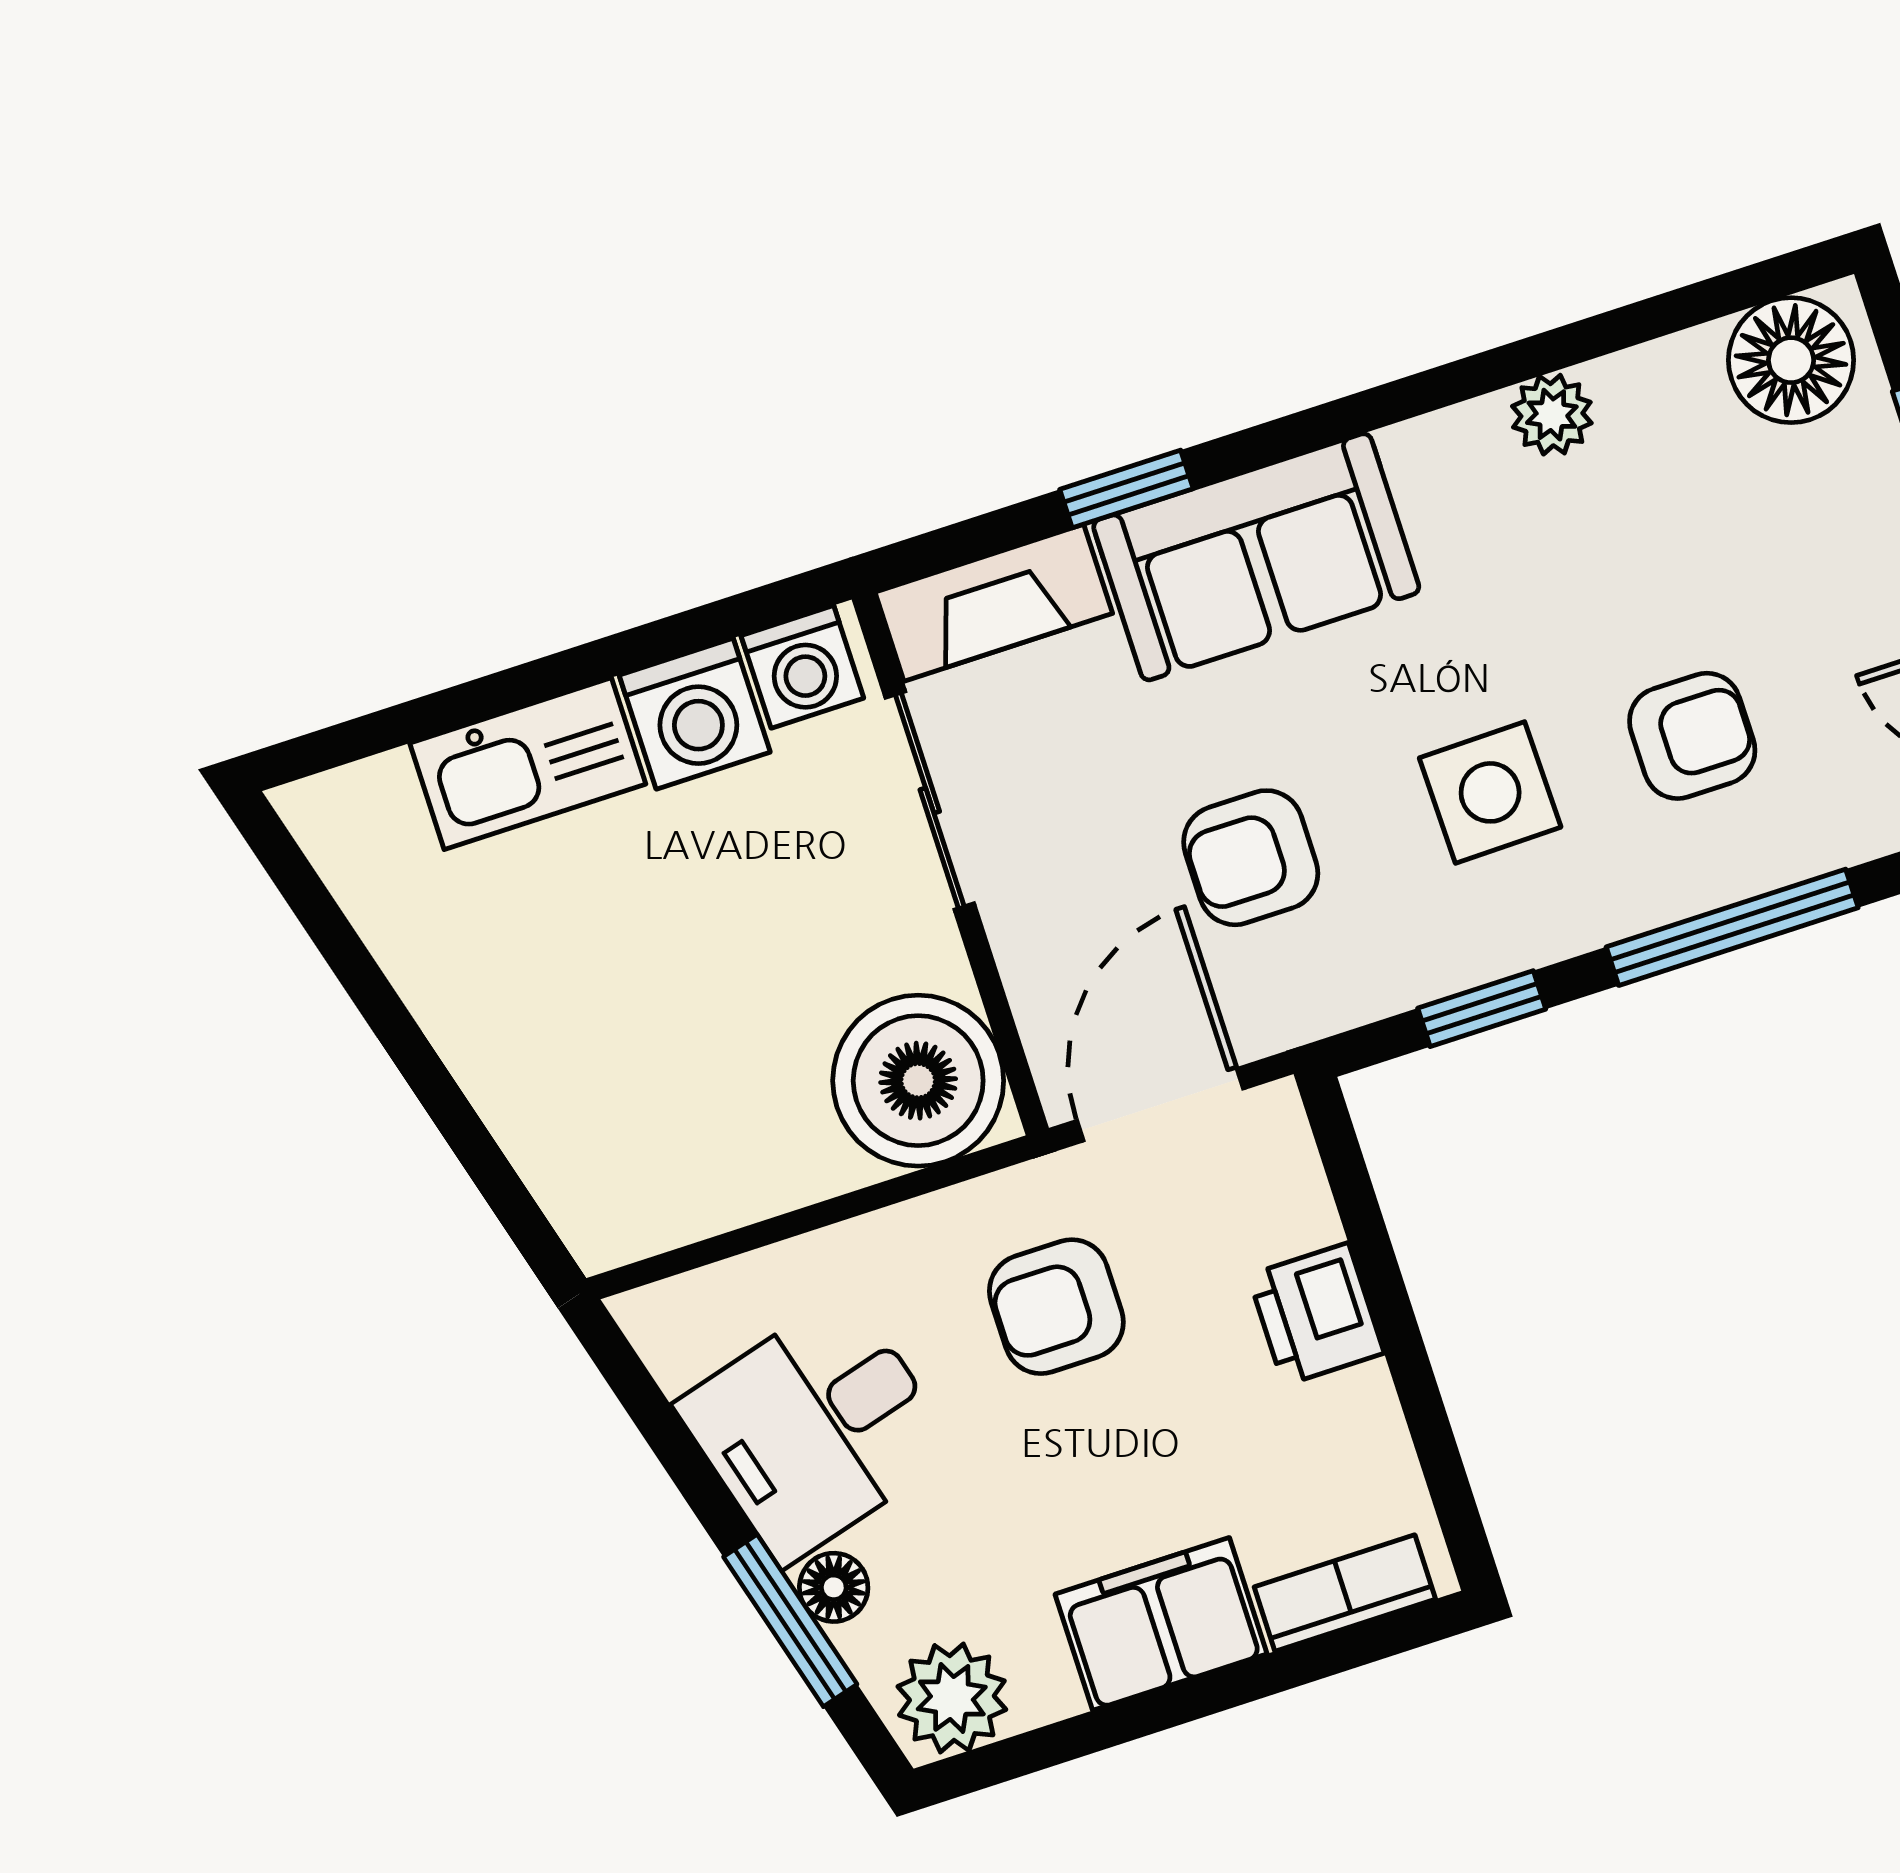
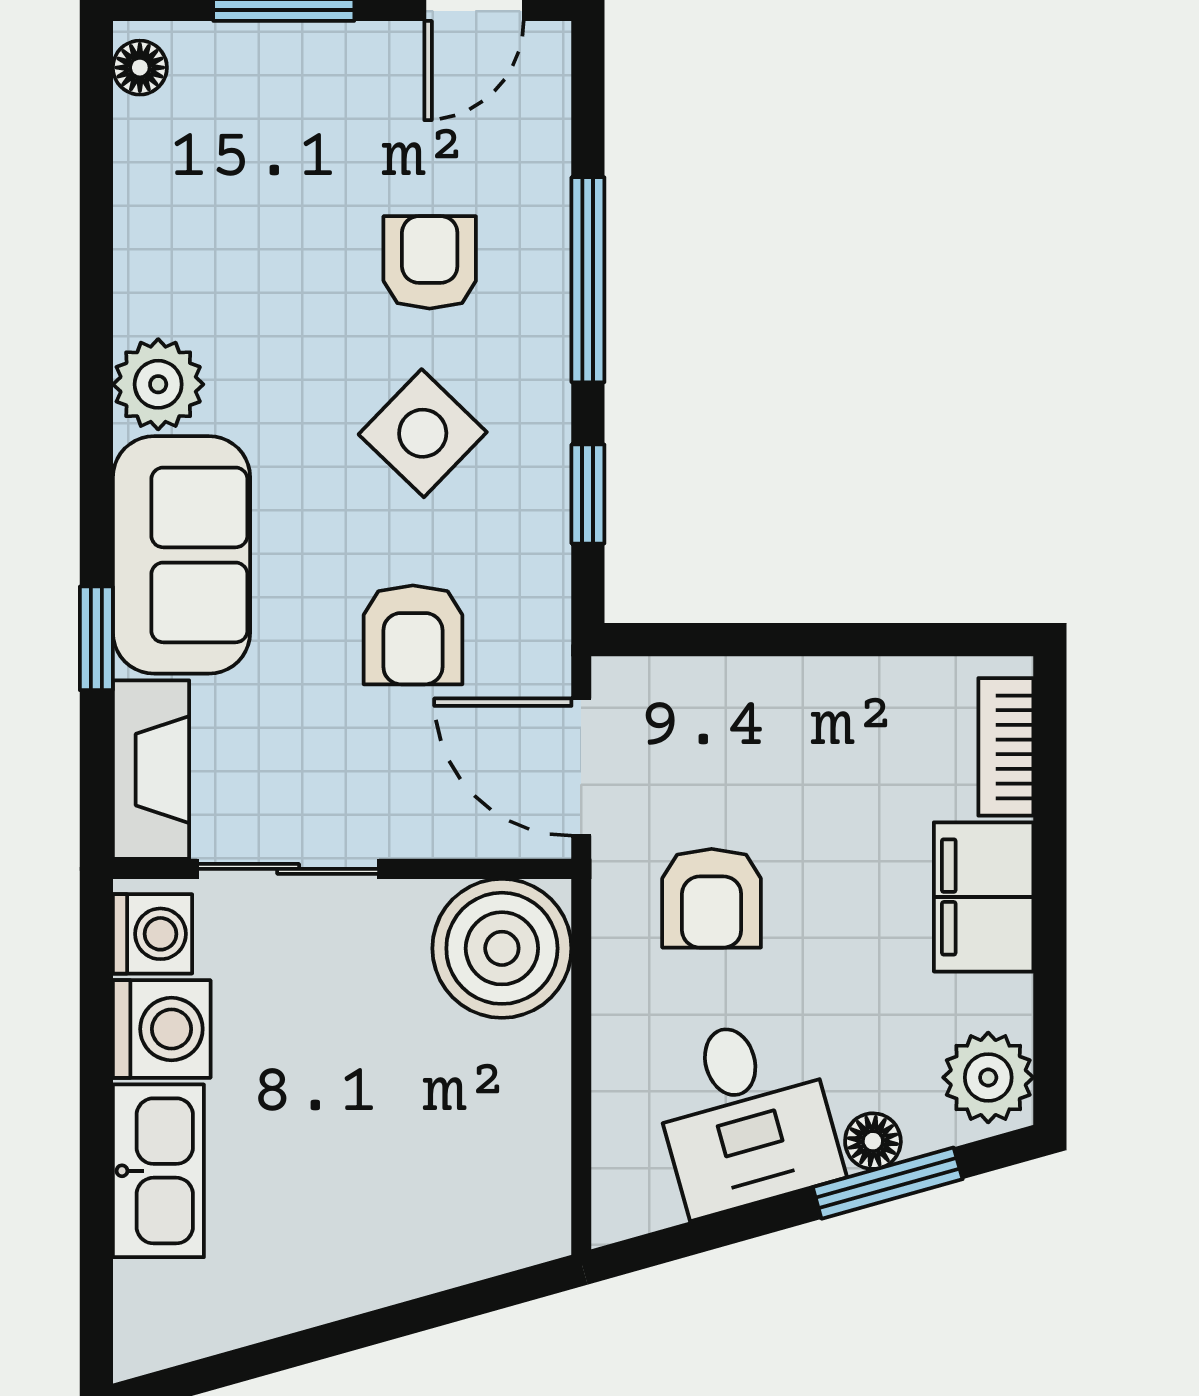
floor lamp: (1791, 360) -> (140, 68), width x0.53, depth x0.53
plant: (1552, 415) -> (158, 384), moved, width x1.38, depth x1.38
side table: (1490, 792) -> (423, 433), turned 45
printer: (1316, 1314) -> (783, 699), removed

